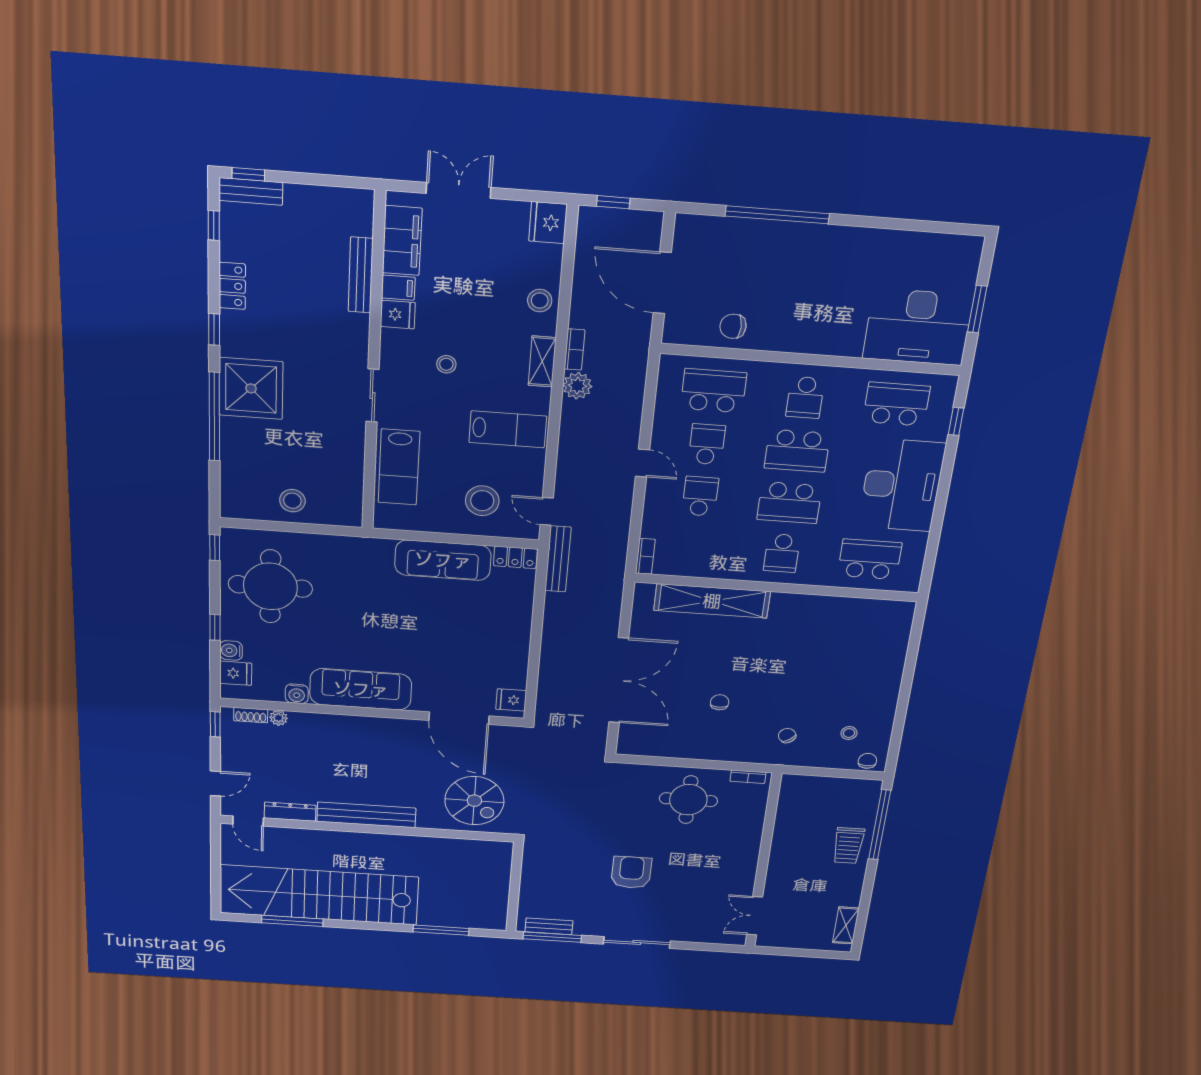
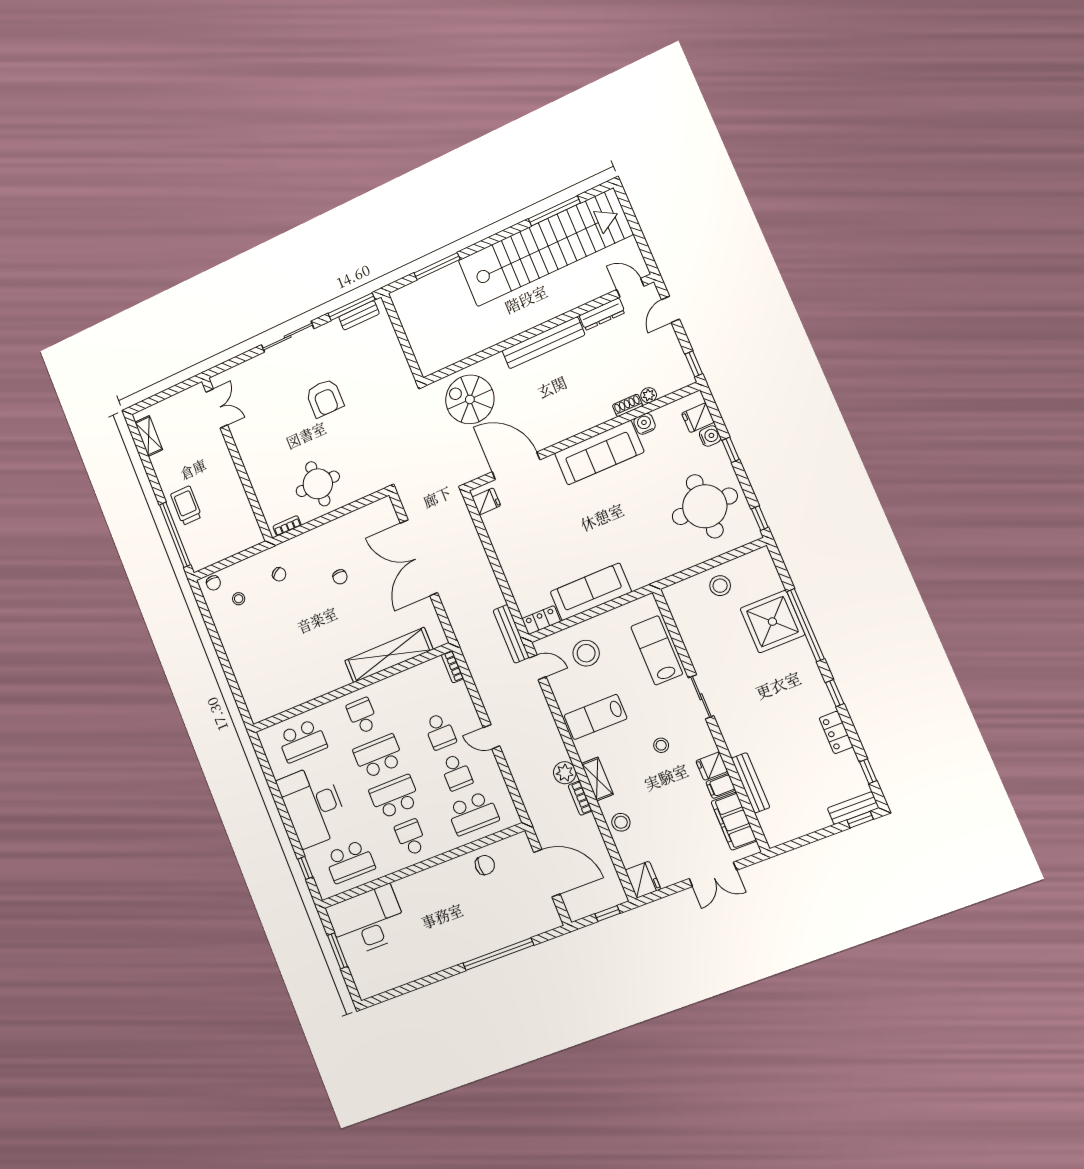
shower: (251, 388) -> (772, 622), moved
shoe rack: (251, 715) -> (627, 405), moved

